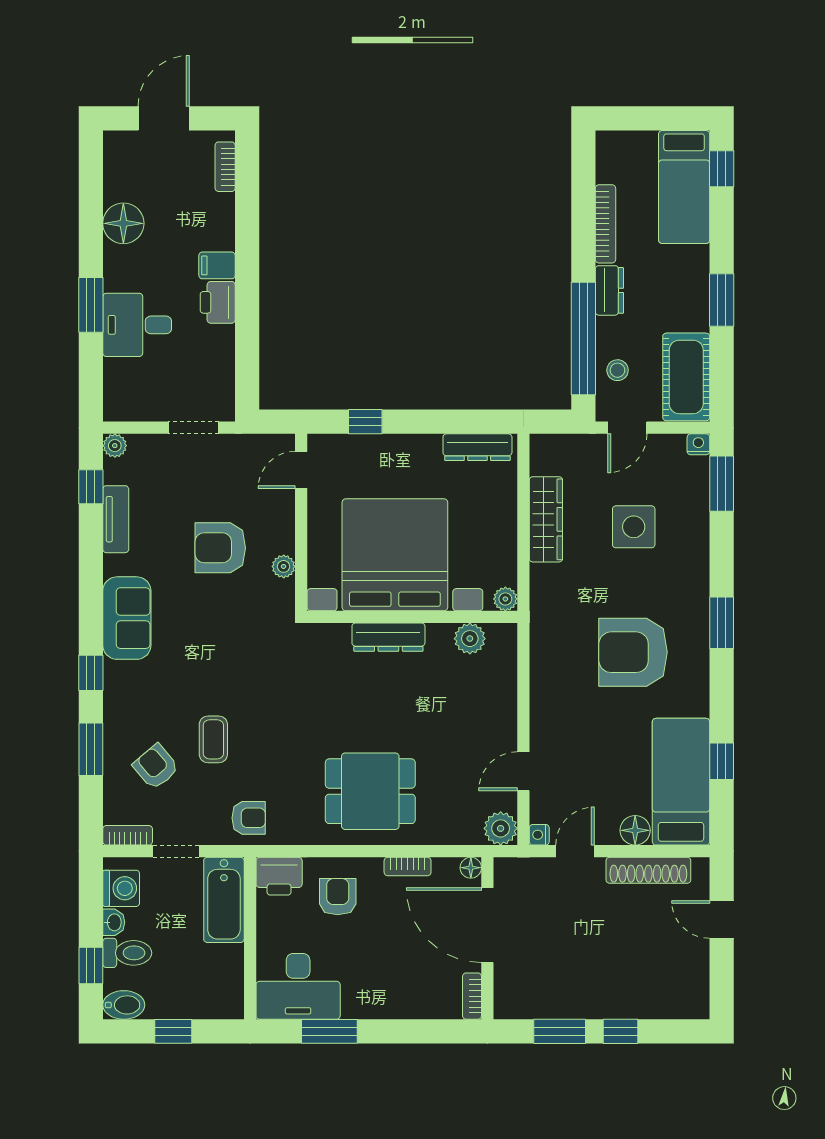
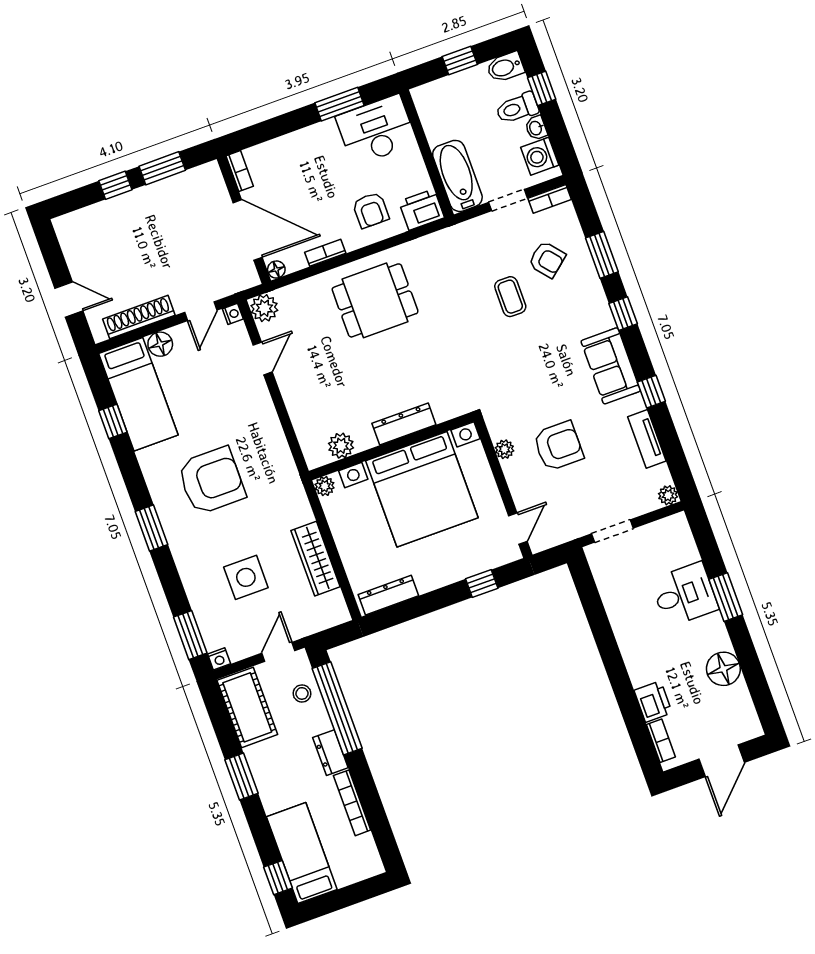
filing cabinet: (217, 265) -> (640, 663), removed
printer: (218, 302) -> (653, 702), moved
window: (91, 487) -> (651, 392), moved
armchair: (249, 818) -> (461, 246), removed

